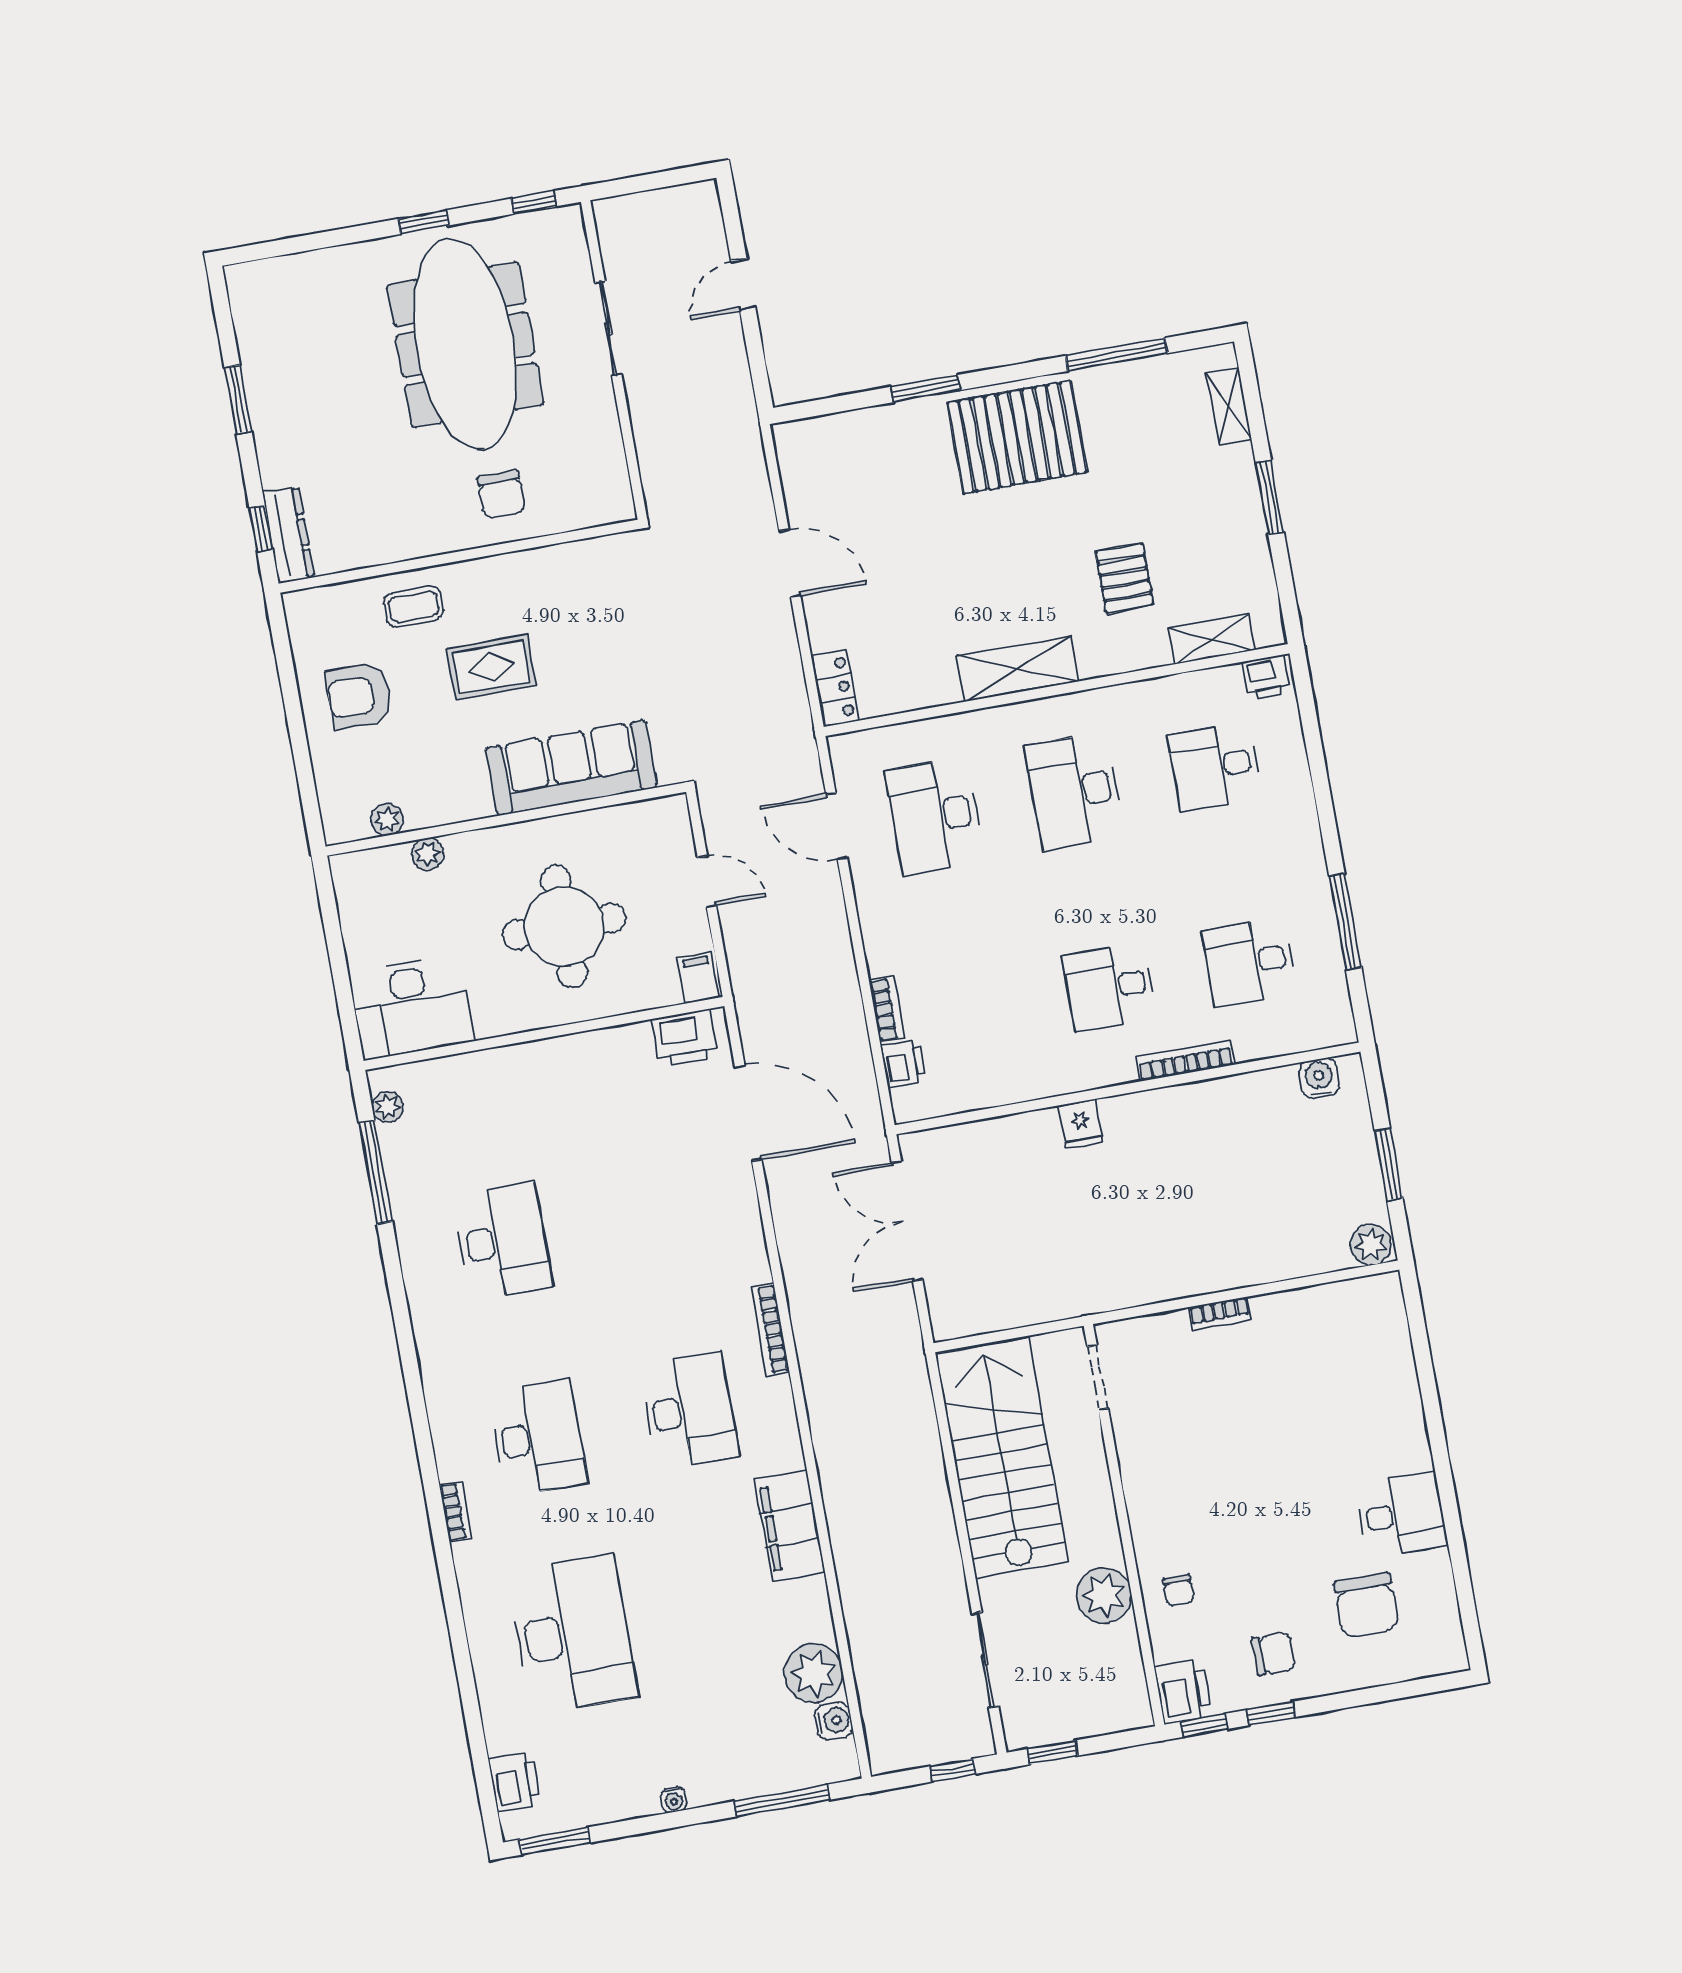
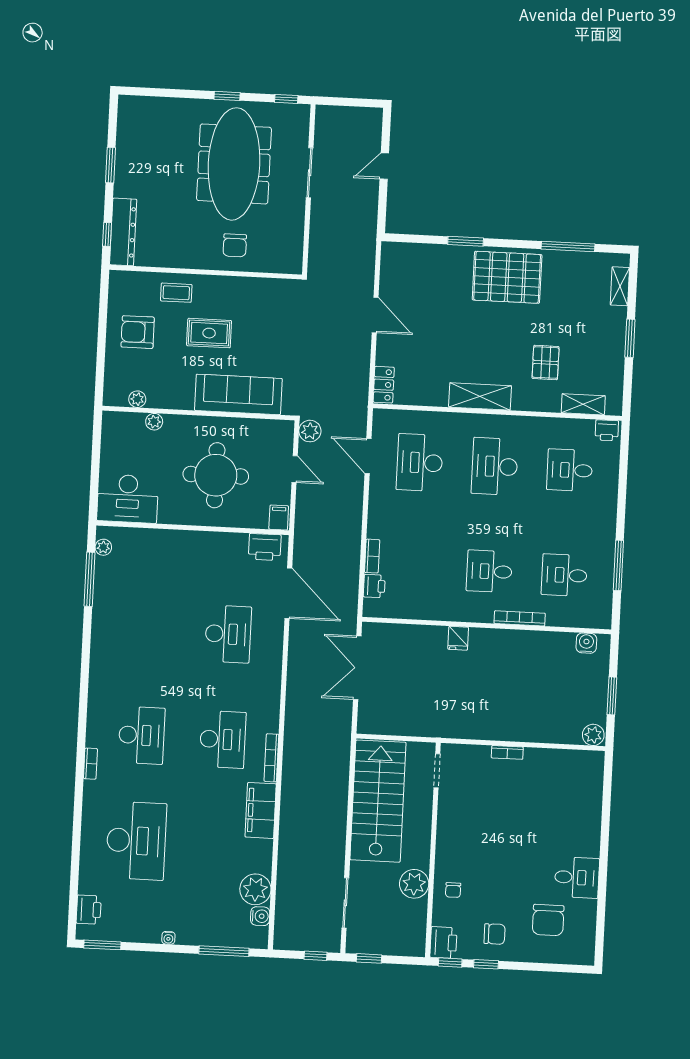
dresser: (288, 535) -> (123, 232), width x1.37, depth x1.24
plant: (719, 805) -> (310, 431), added
desk: (503, 1241) -> (228, 634), moved
bookcase: (770, 1330) -> (271, 758), moved

